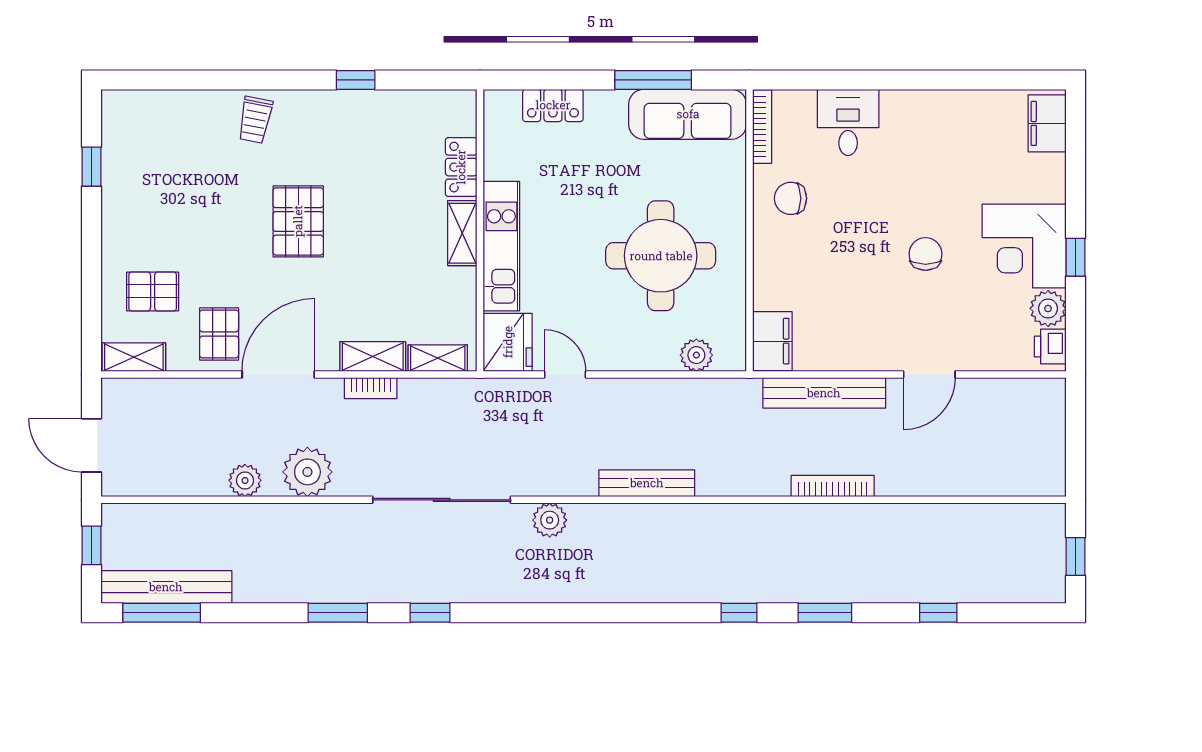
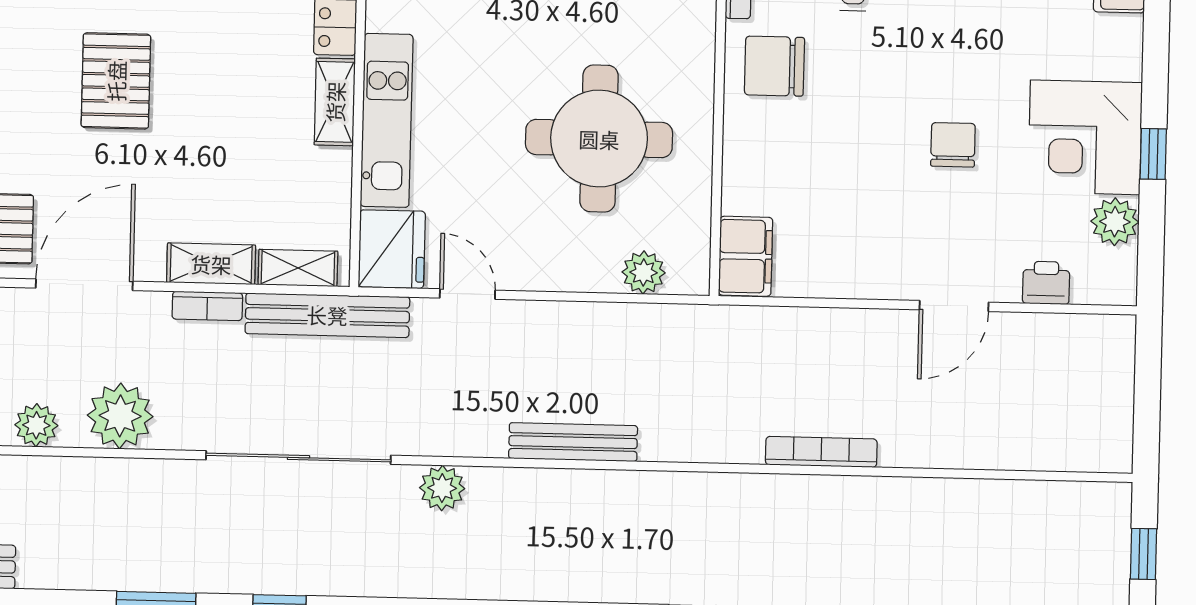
chair: (791, 198) -> (774, 66), width x1.37, depth x1.37
printer: (1050, 347) -> (1046, 283), moved, turned 90
bench: (824, 393) -> (327, 315), moved

